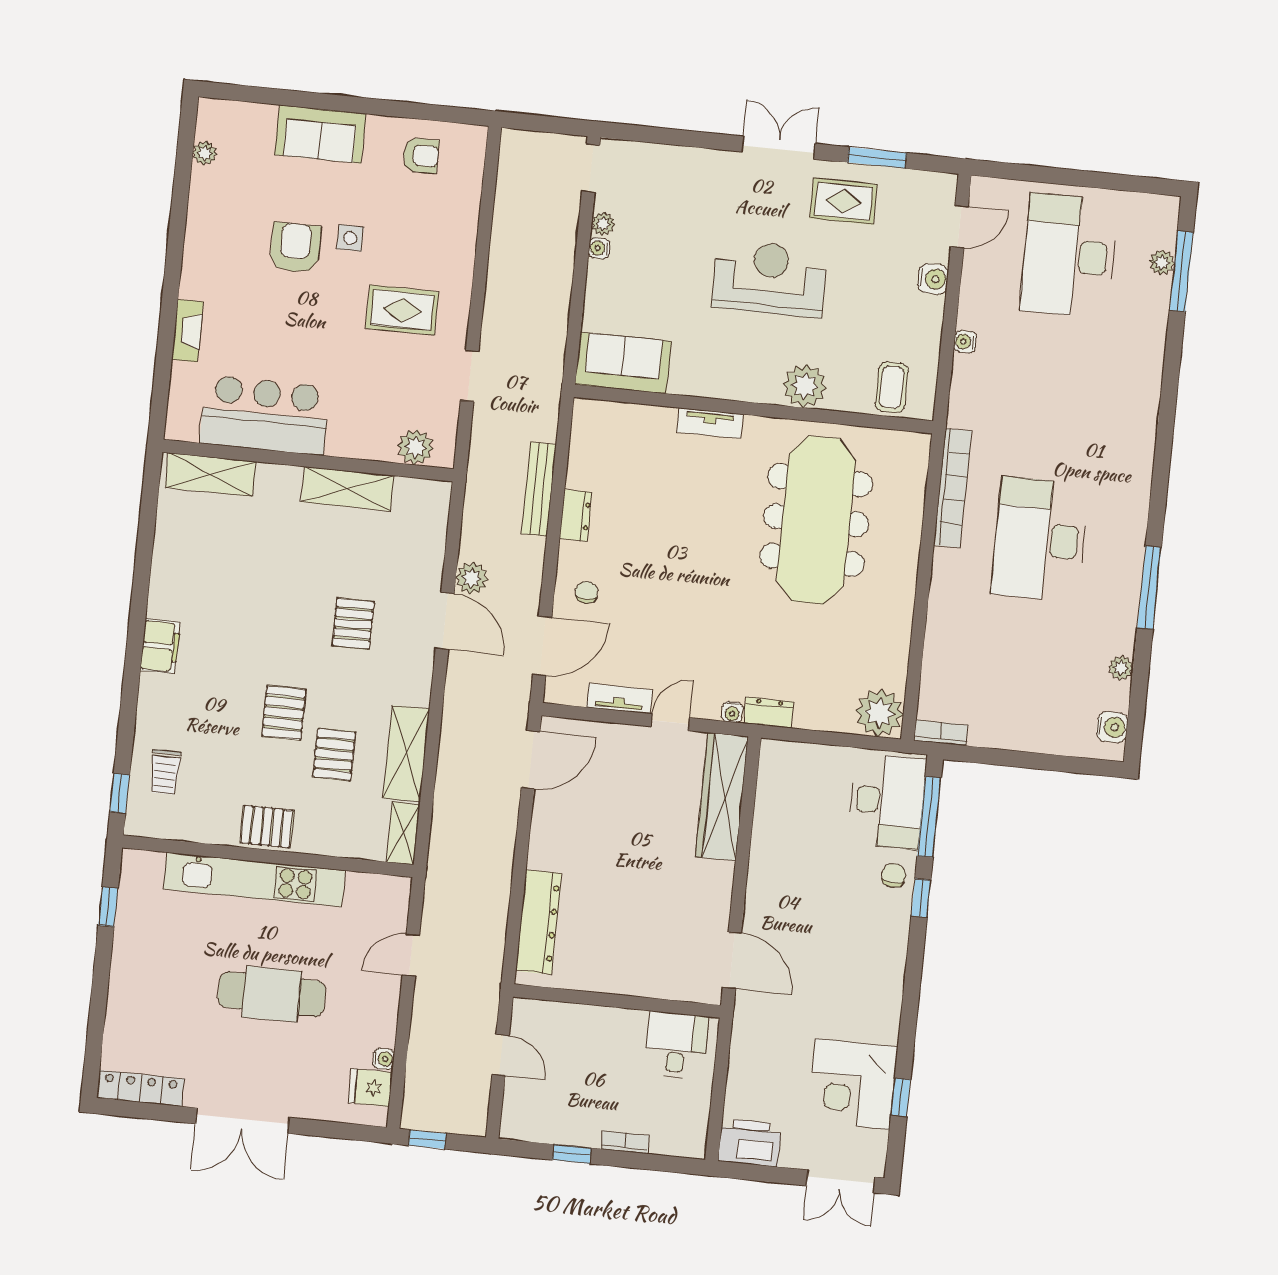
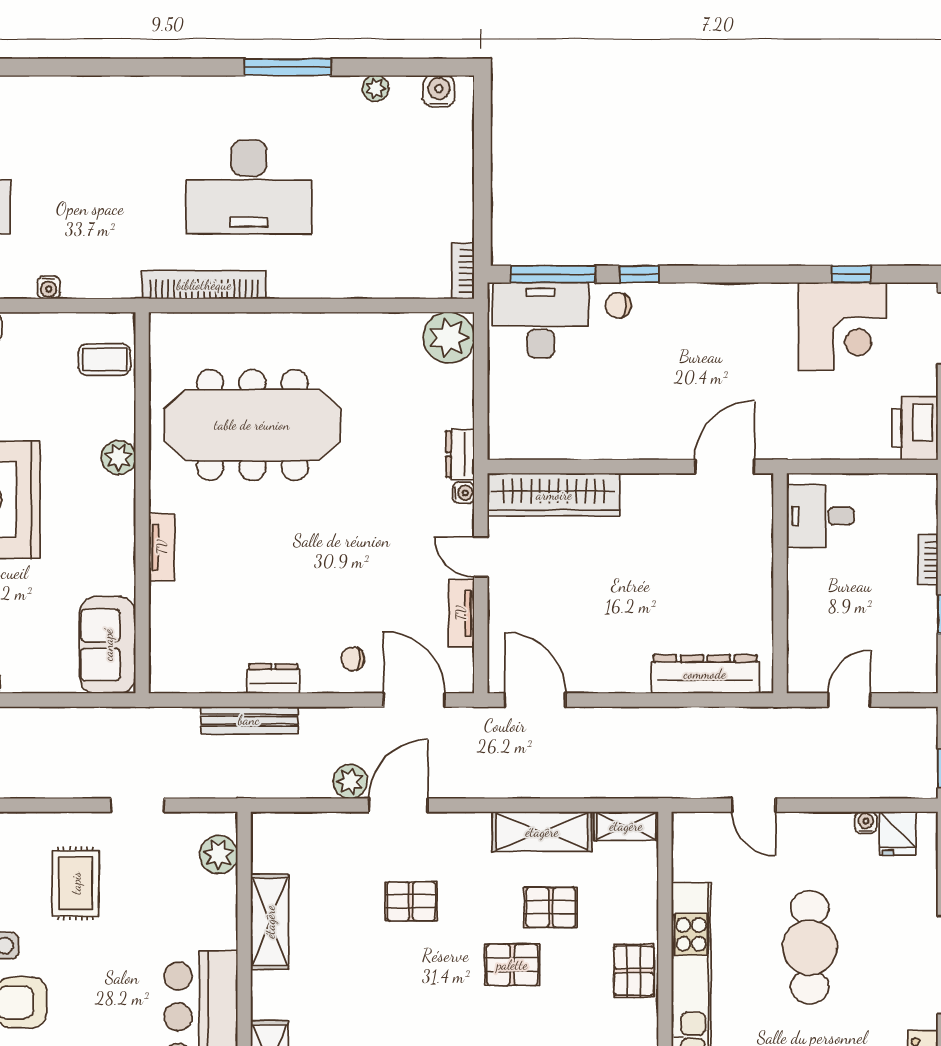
plant: (805, 386) -> (118, 457), width x0.73, depth x0.73

